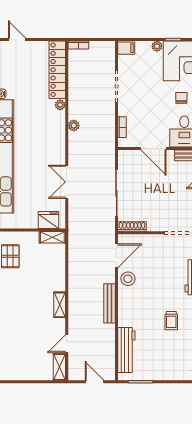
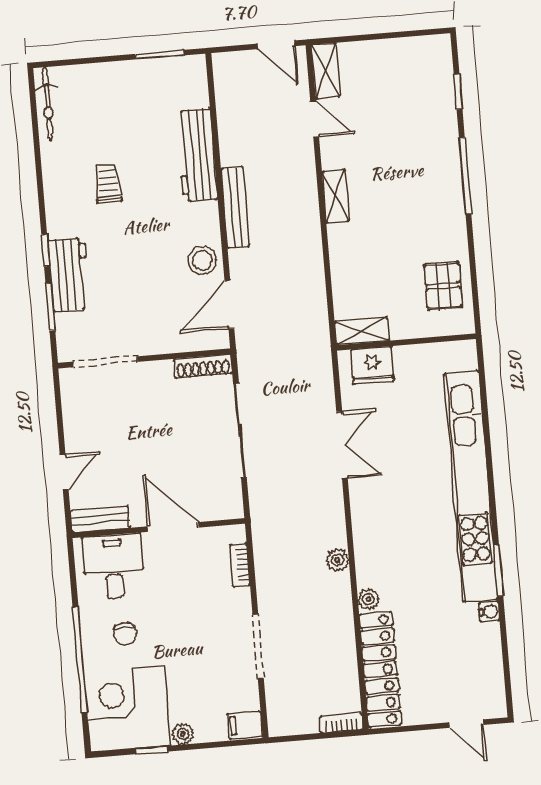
door: (67, 344) -> (315, 119), hinge flipped
workbench: (126, 350) -> (197, 155), moved
door: (94, 382) -> (276, 45), moved

